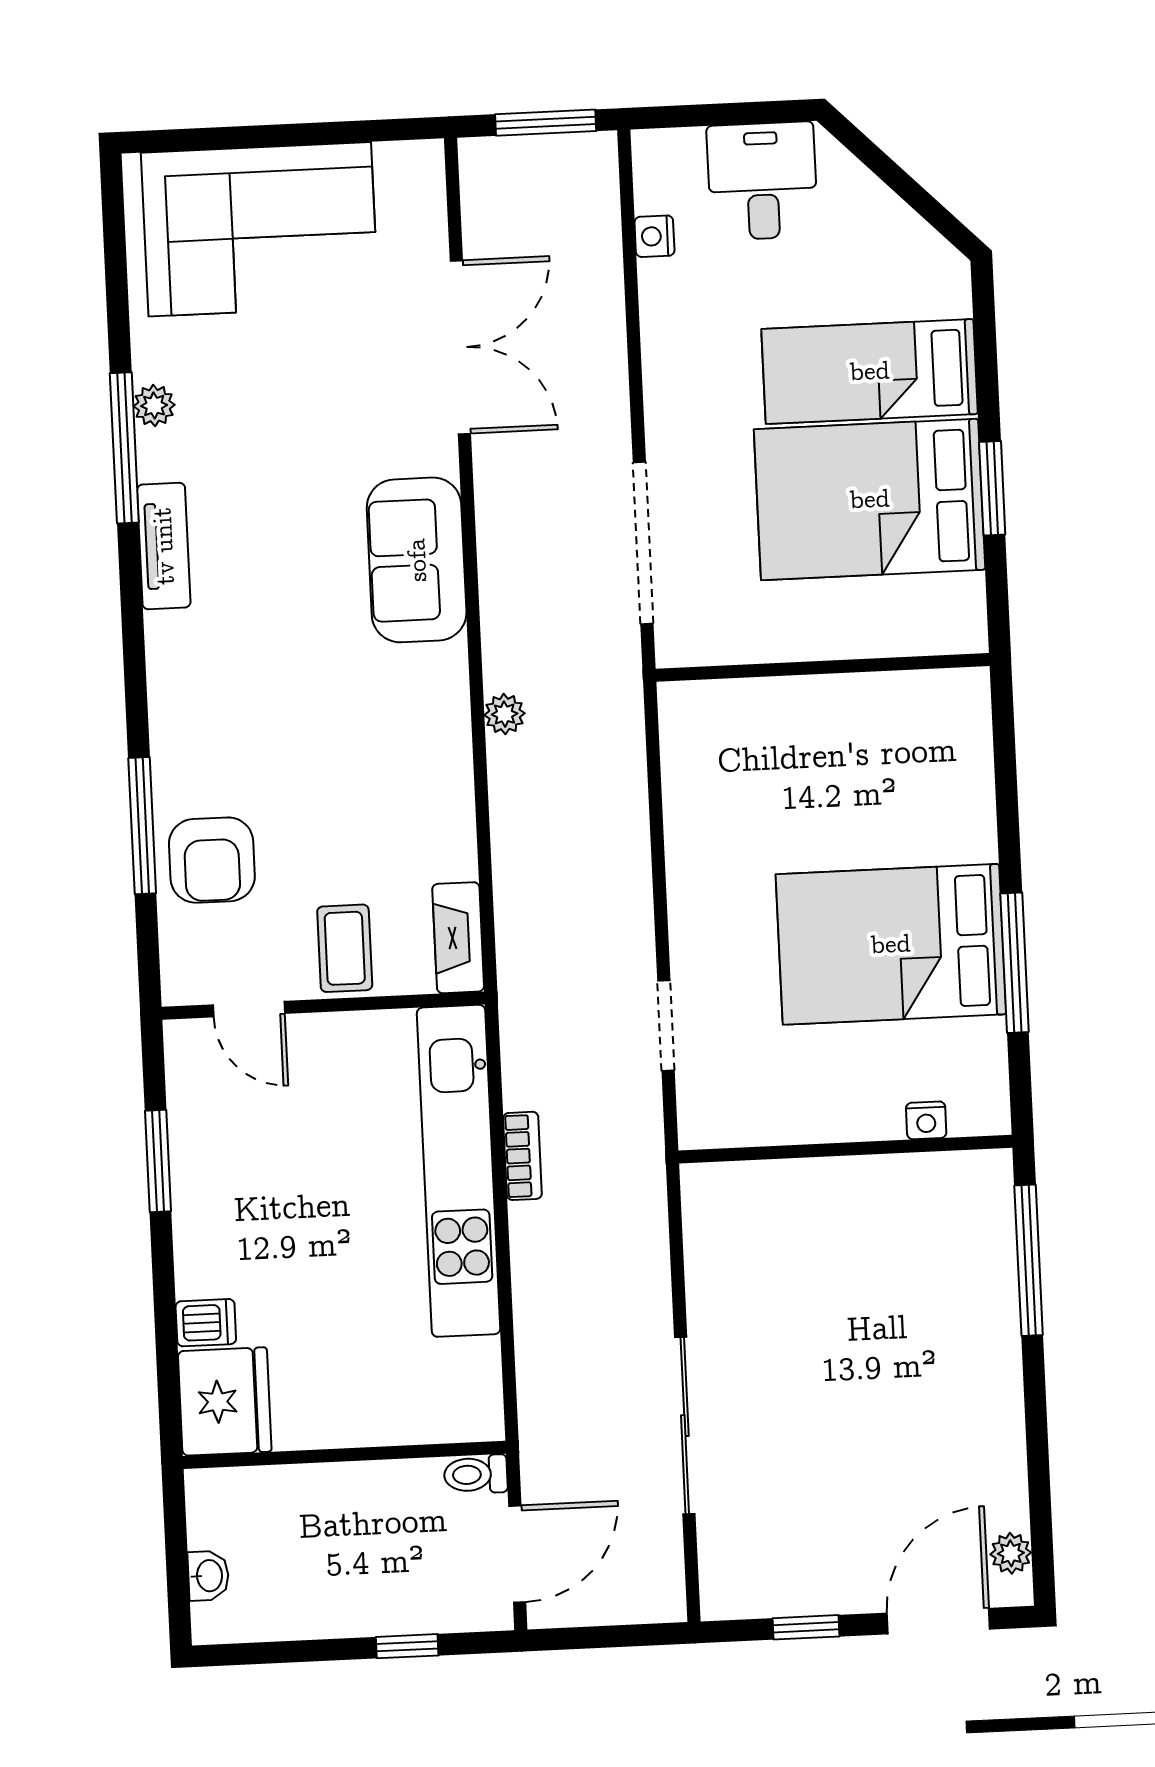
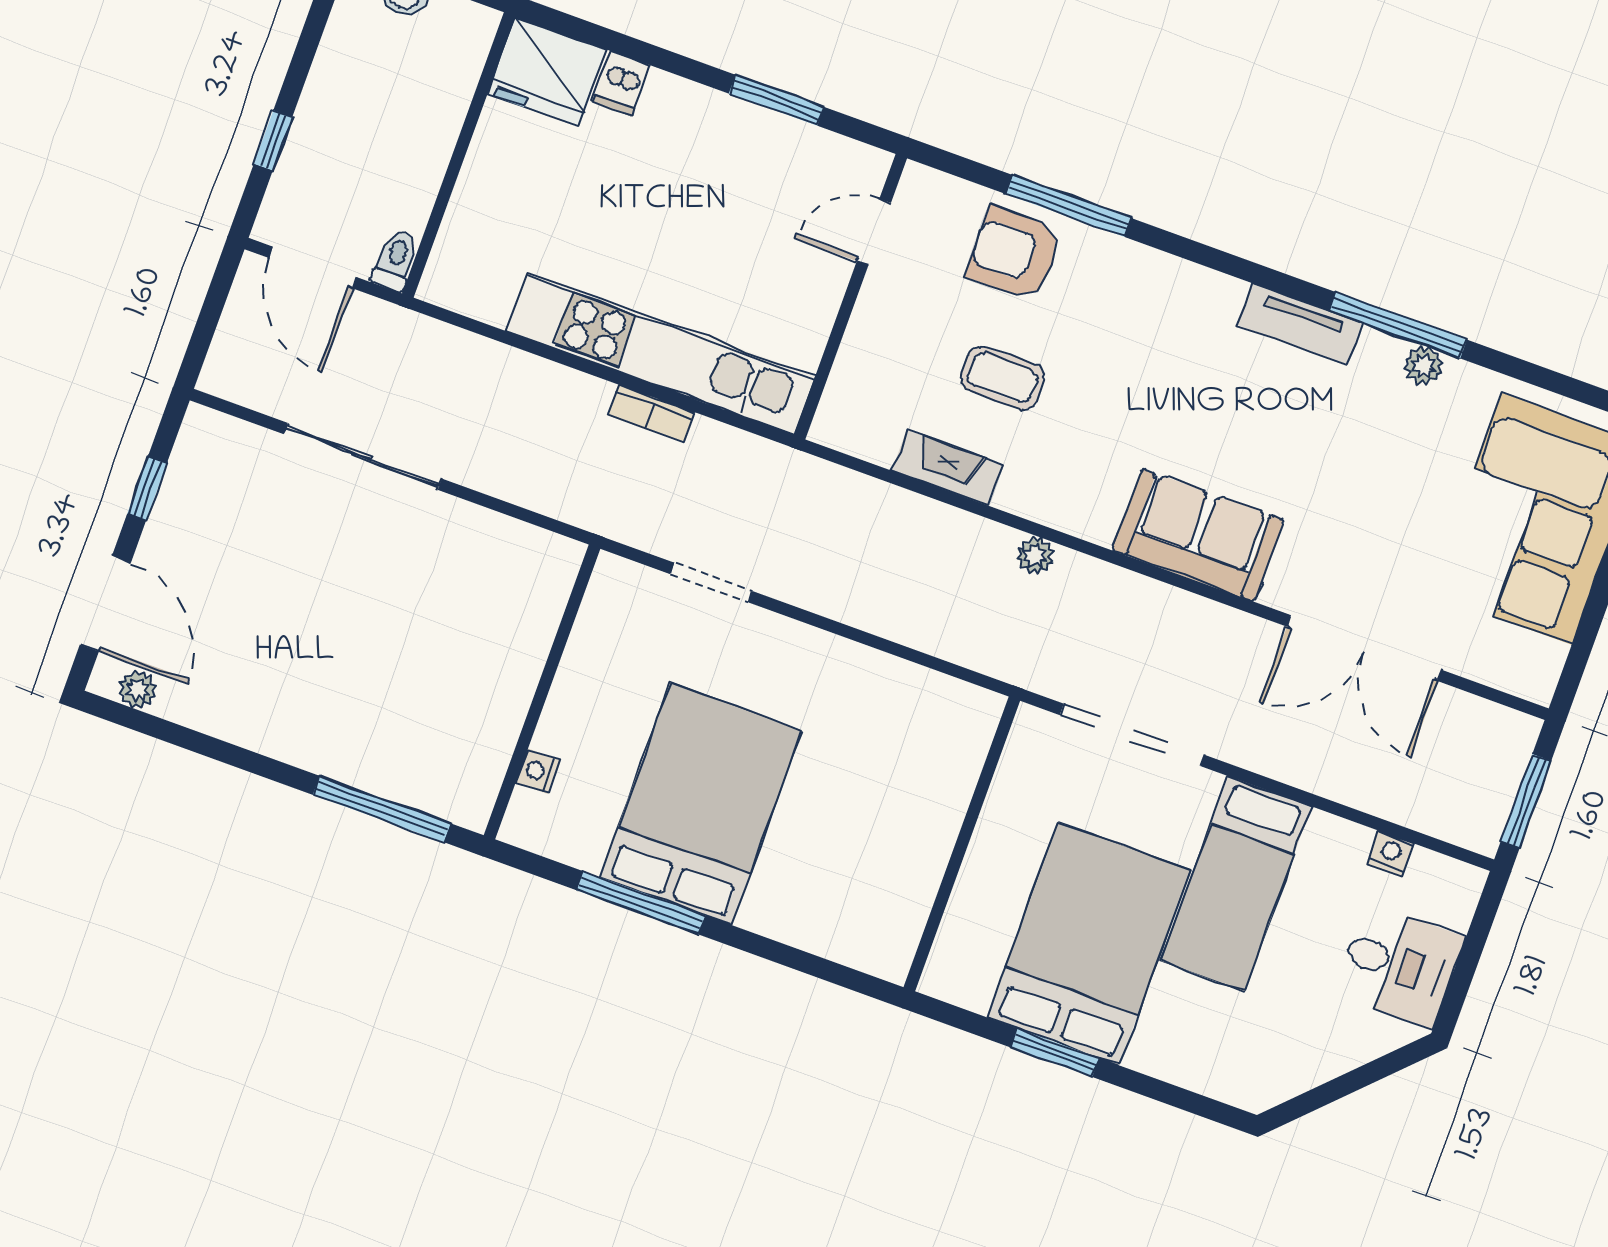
bed: (870, 371) -> (1236, 884), moved, turned 180
fireplace: (458, 938) -> (947, 468), moved
coffee table: (345, 948) -> (1002, 378), moved

